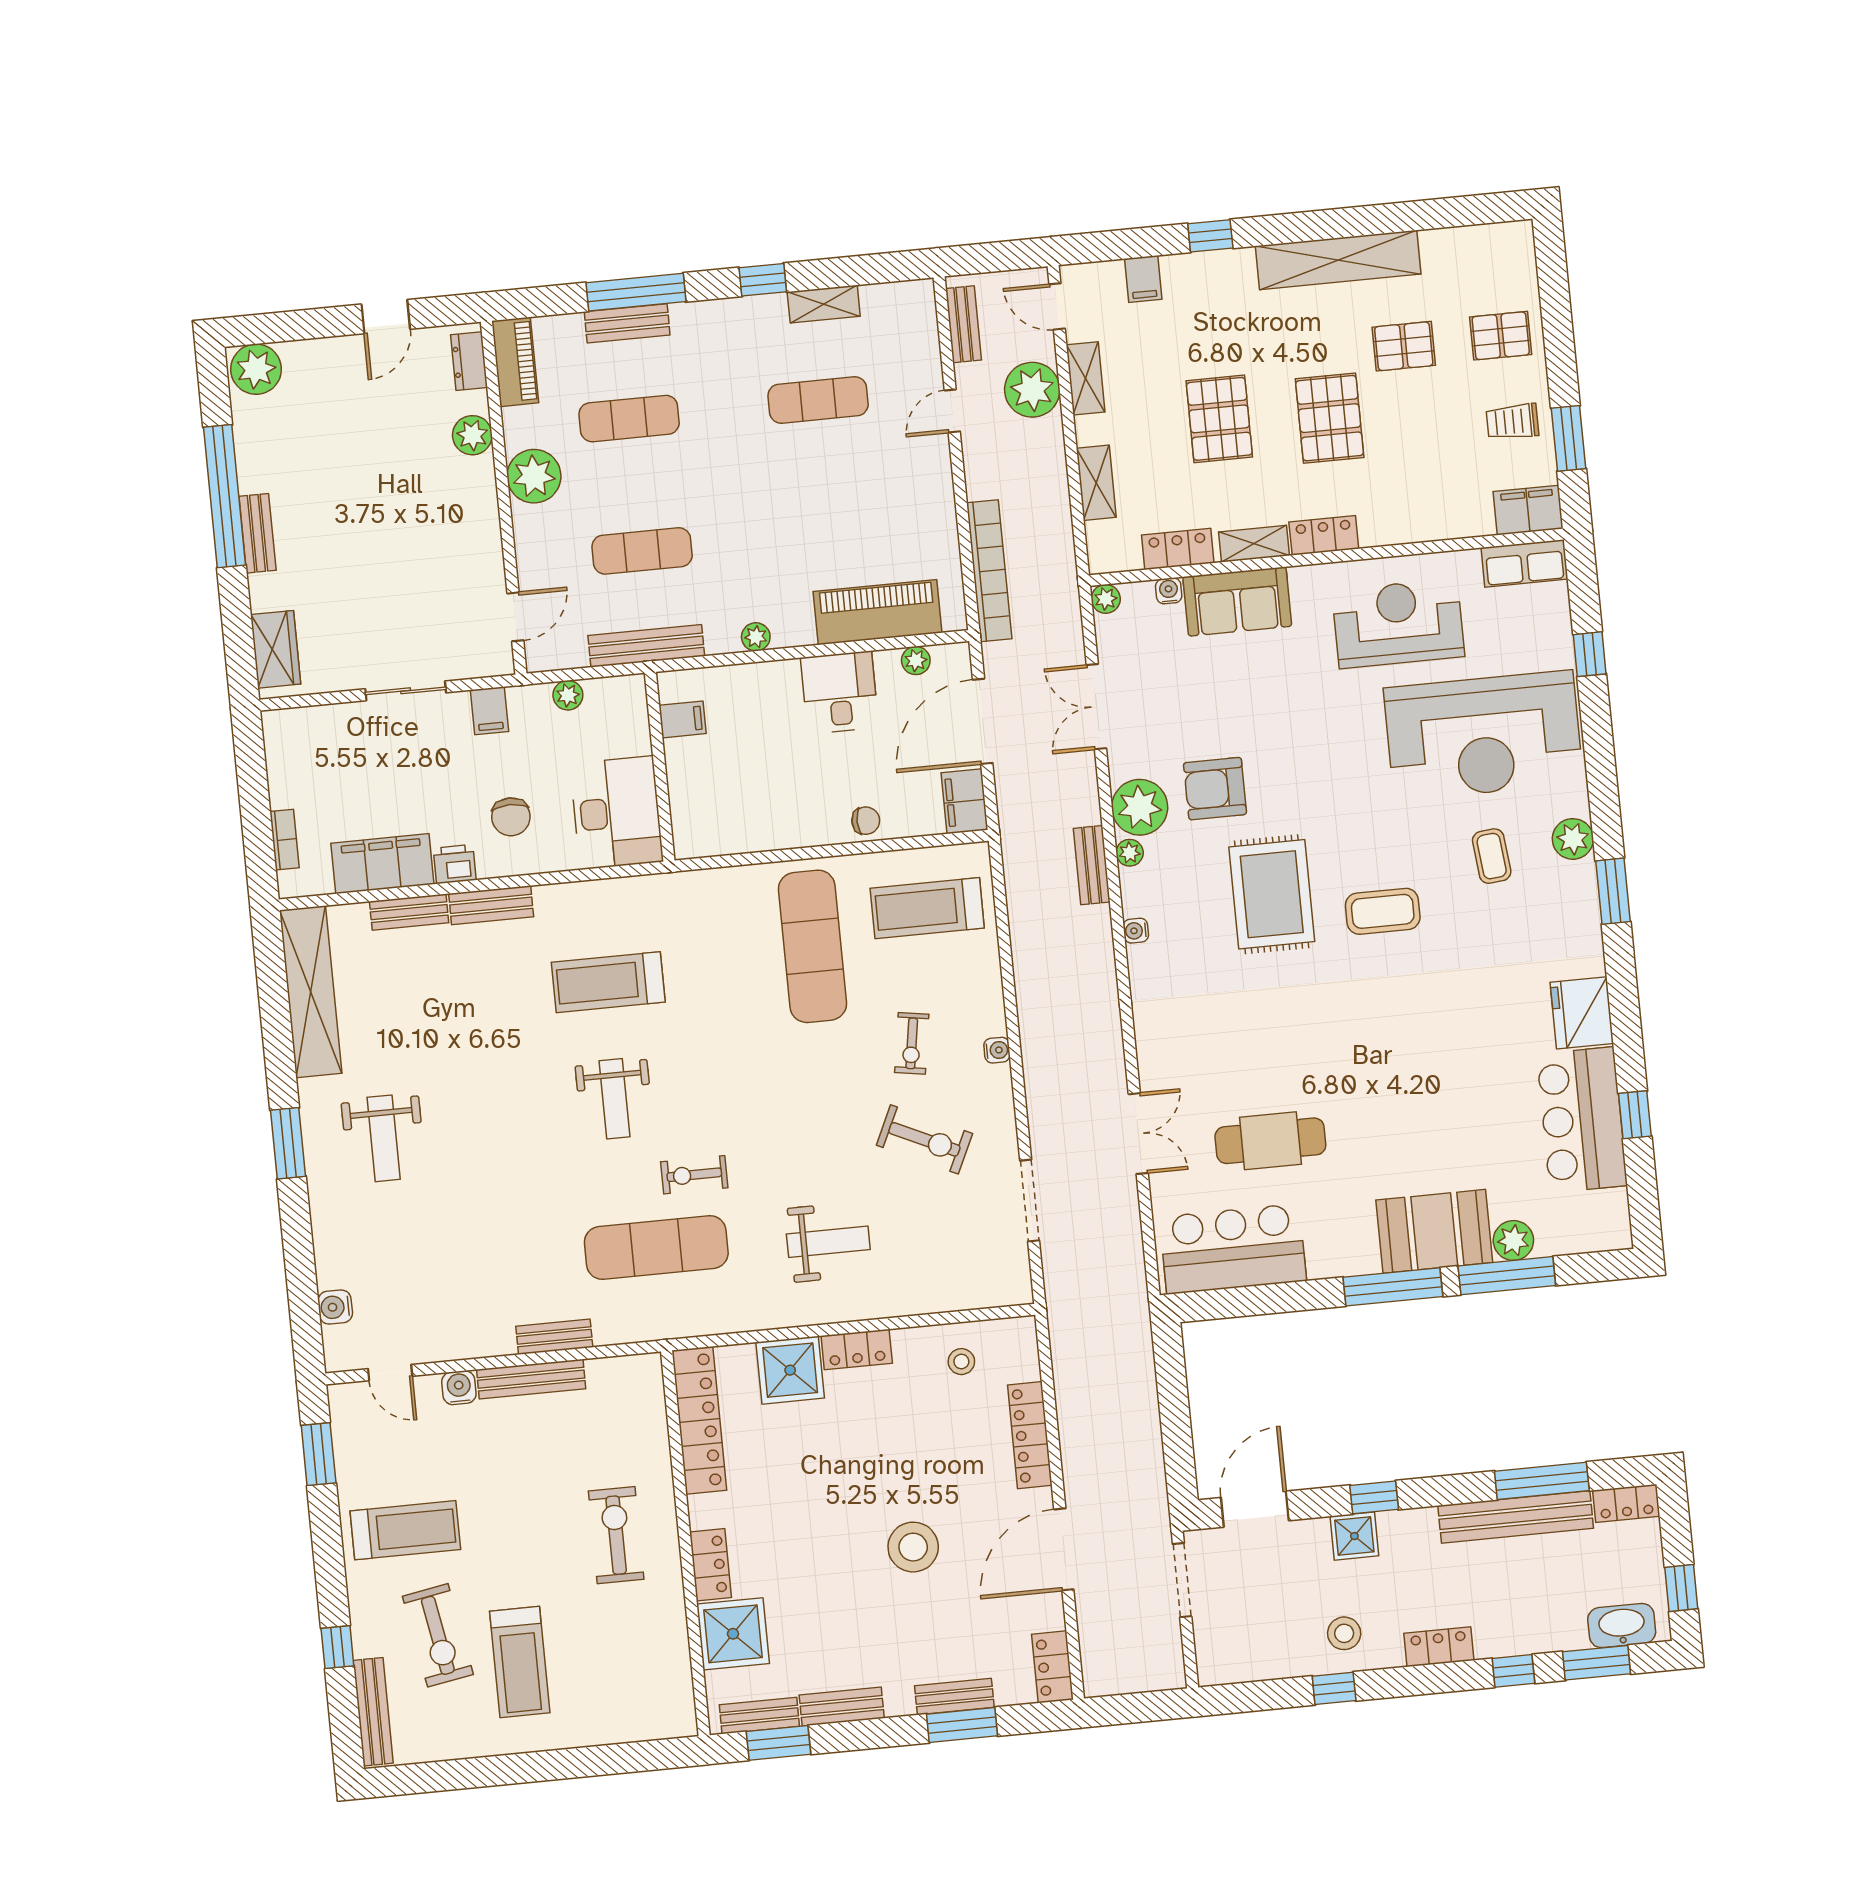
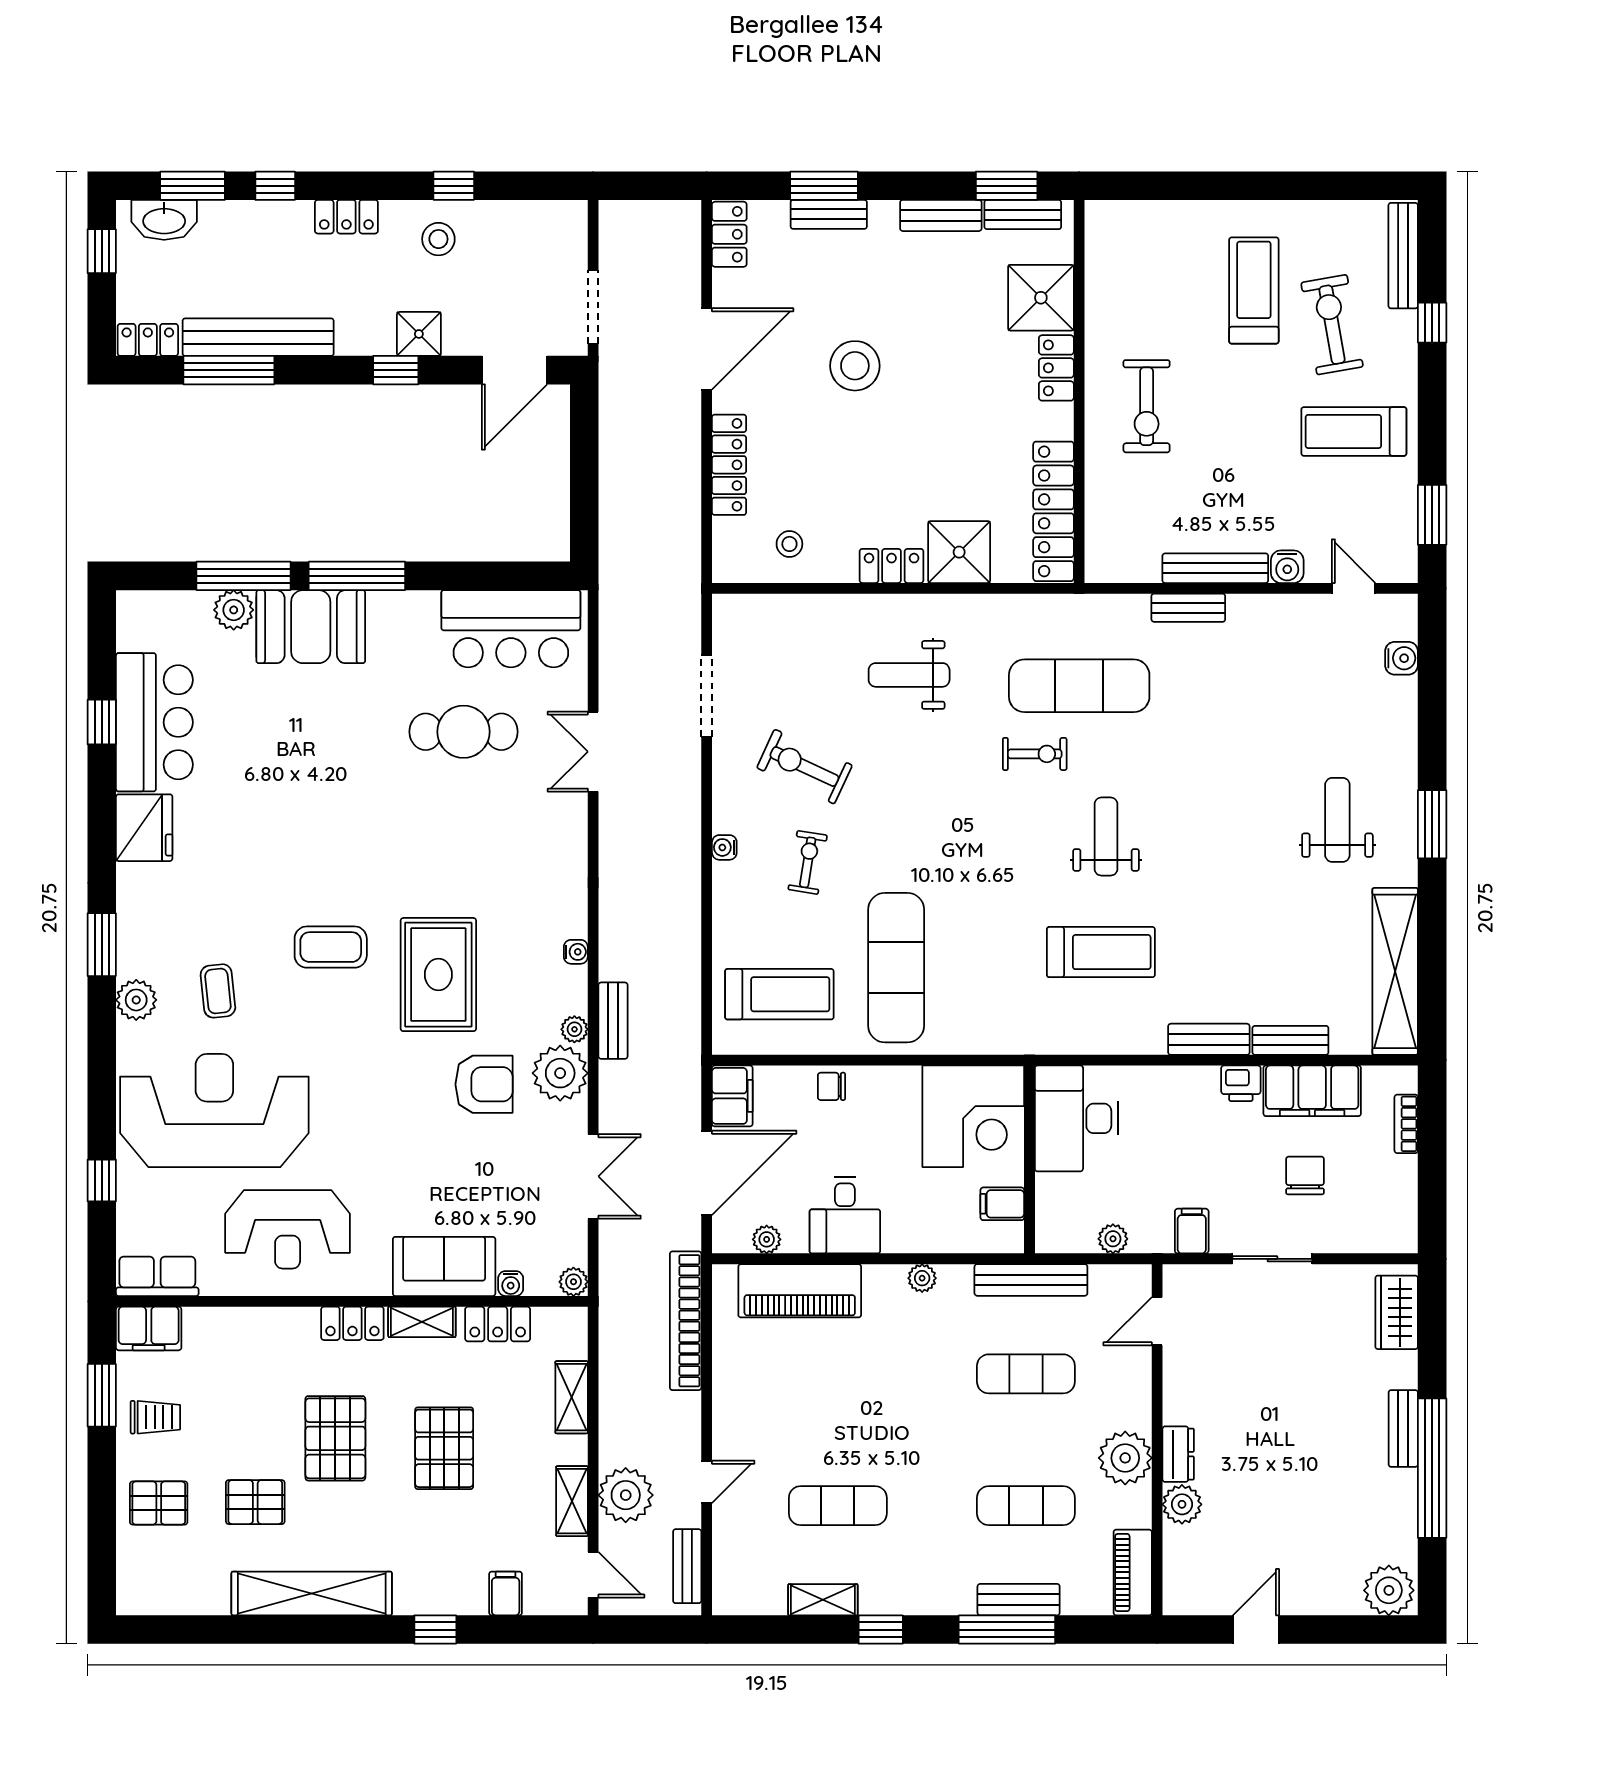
dresser: (469, 361) -> (1178, 1454), moved
corner desk: (720, 805) -> (973, 1116), added
chair: (511, 817) -> (1305, 1175), moved

